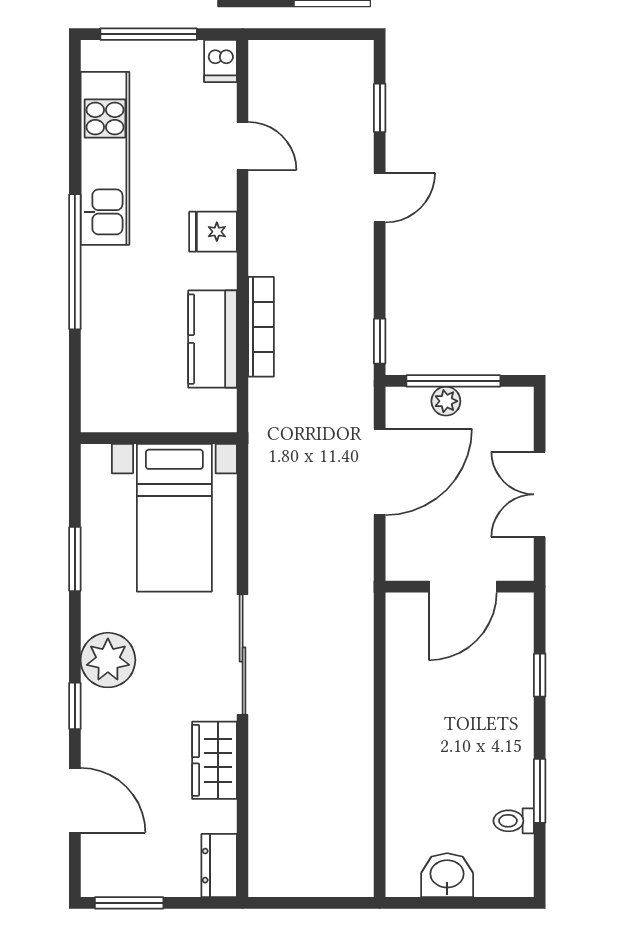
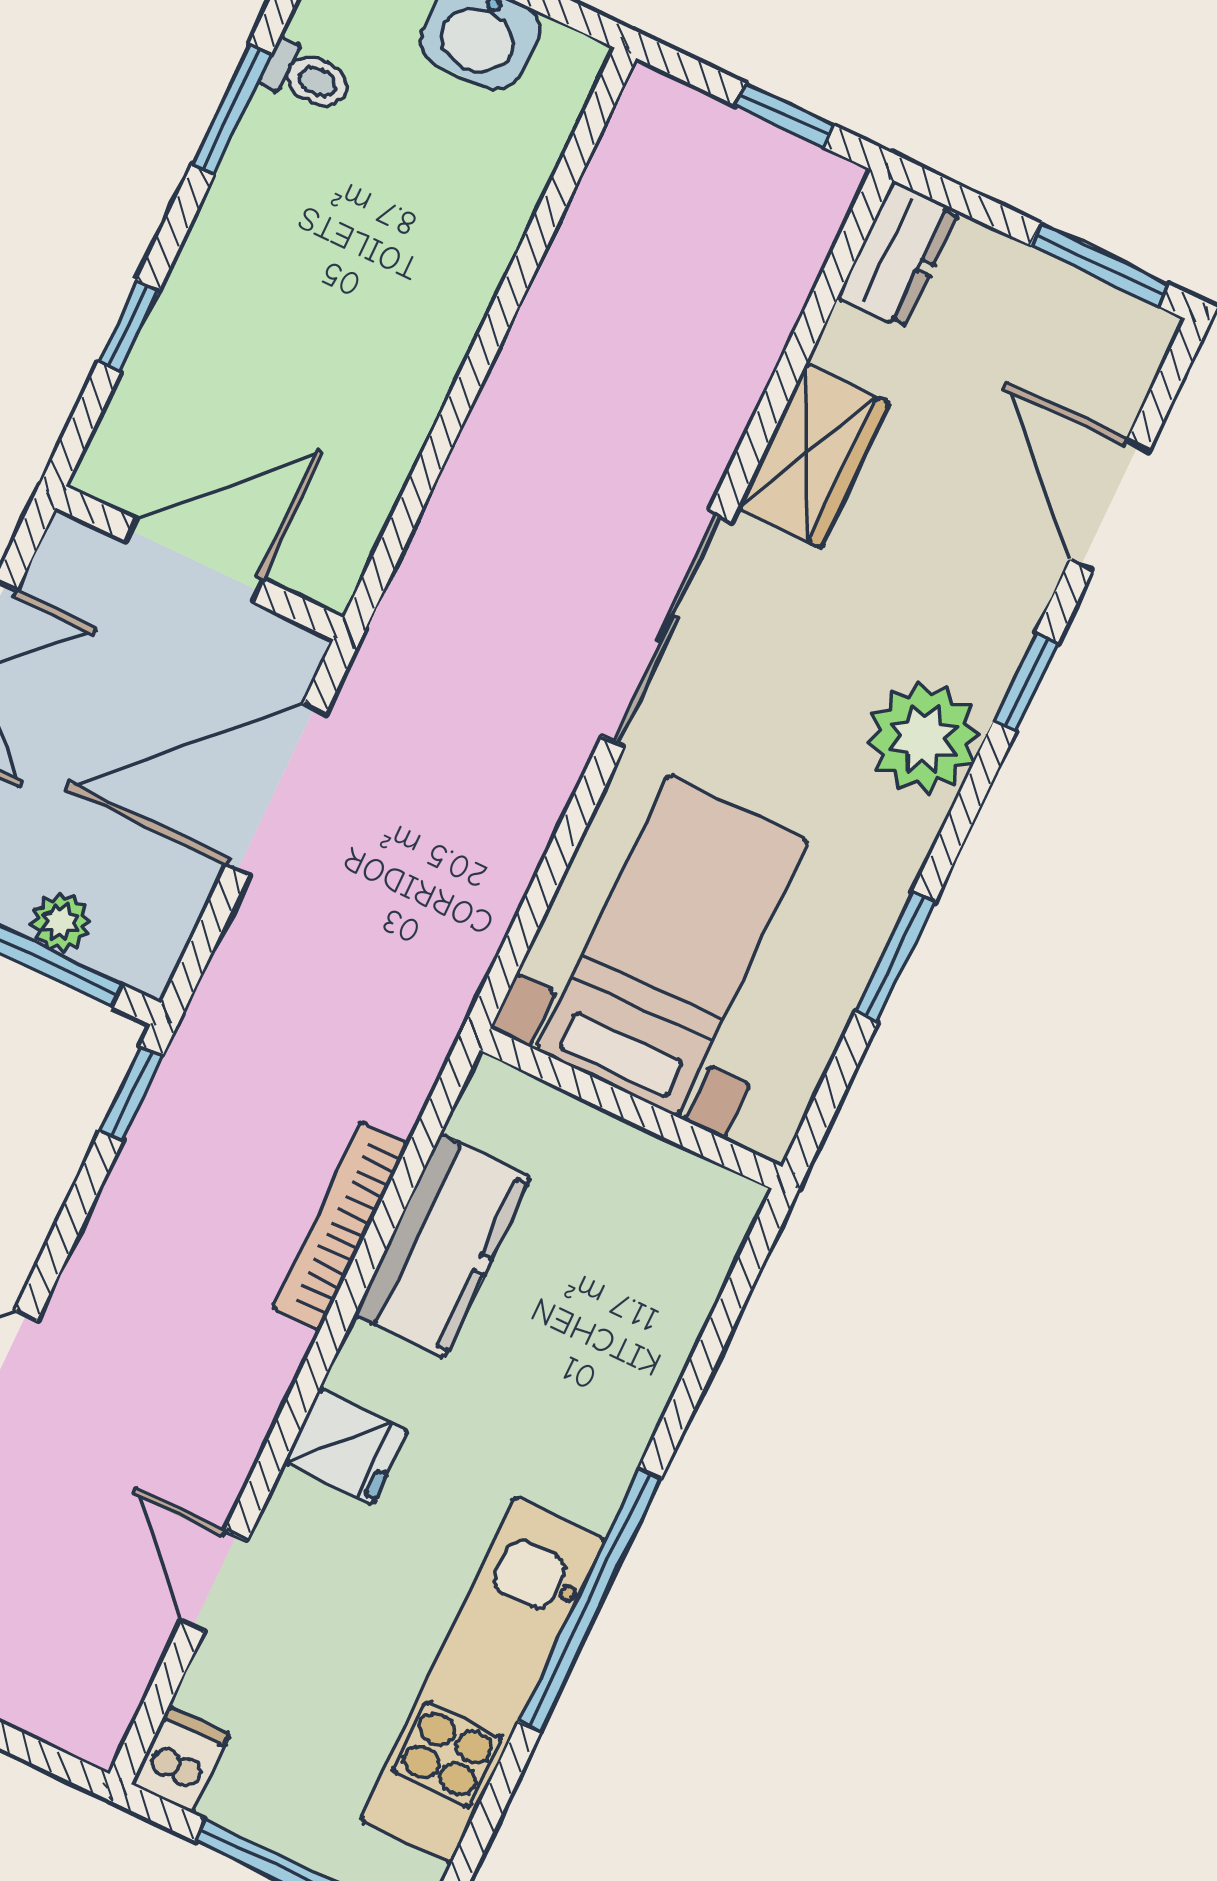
window: (75, 262) -> (590, 1600), moved
door: (380, 472) -> (276, 789), moved
window: (297, 903) -> (785, 115), added

